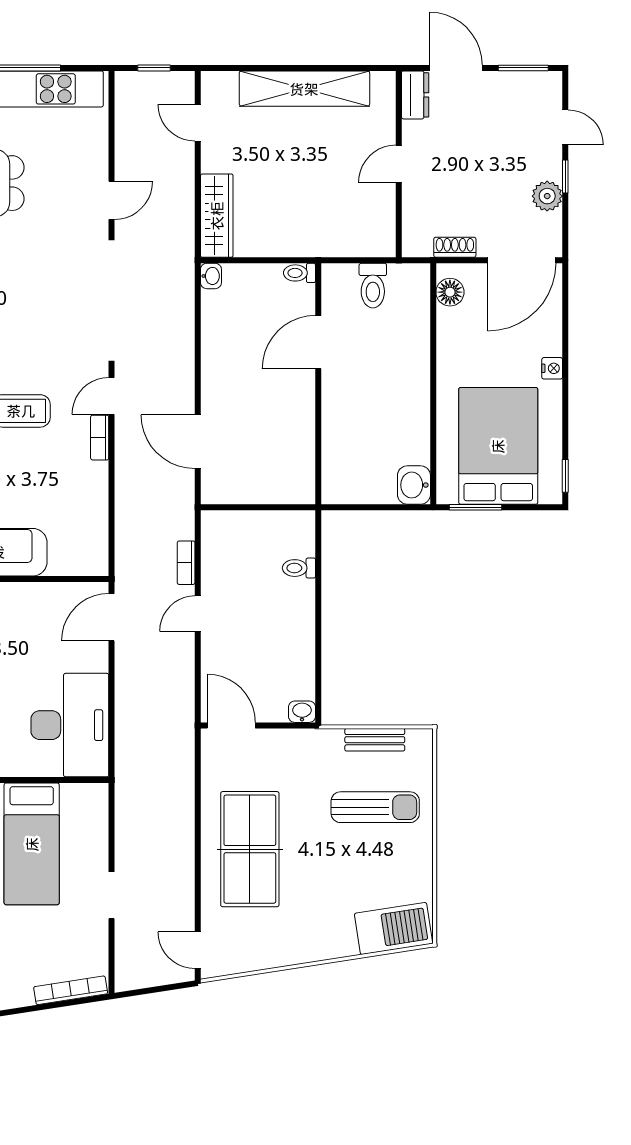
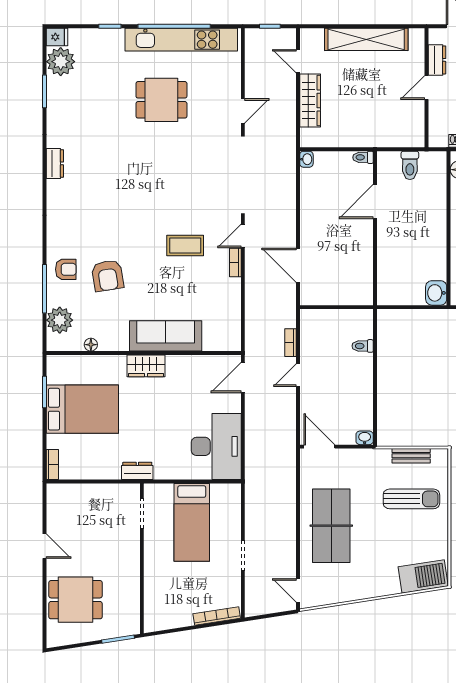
dresser: (415, 95) -> (437, 60), moved
wardrobe: (217, 216) -> (310, 101), moved

